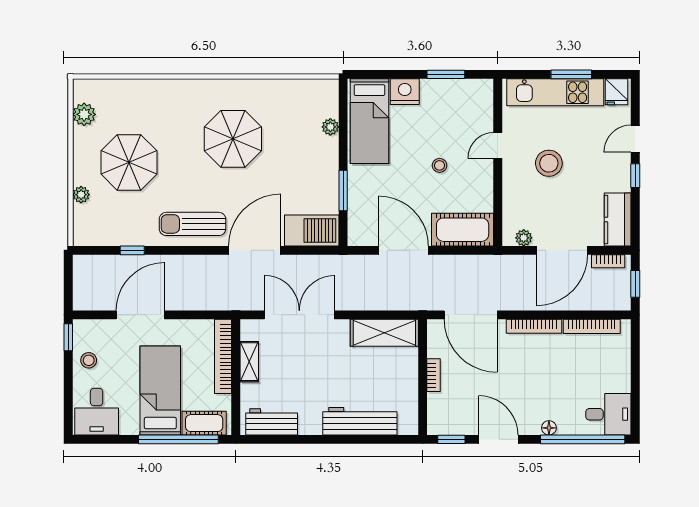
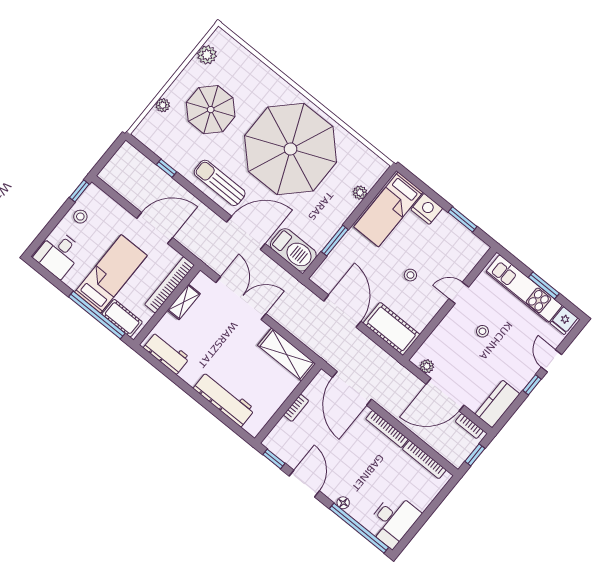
parasol: (233, 139) -> (291, 149), width x1.86, depth x1.86
door: (635, 139) -> (551, 361), hinge flipped
stool: (549, 163) -> (482, 331), width x0.53, depth x0.53
door: (140, 315) -> (155, 228), moved
desk: (608, 414) -> (393, 520), width x1.37

